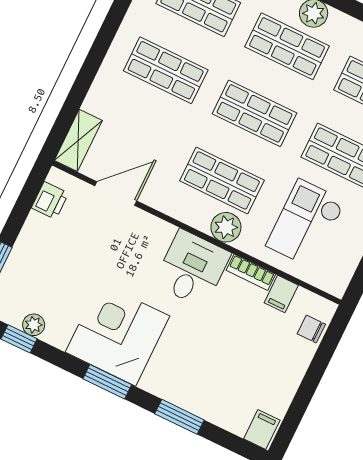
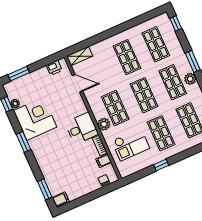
checkout: (306, 223) -> (131, 145), turned 180
corner desk: (117, 334) -> (35, 119), moved
window: (179, 417) -> (45, 189), moved

